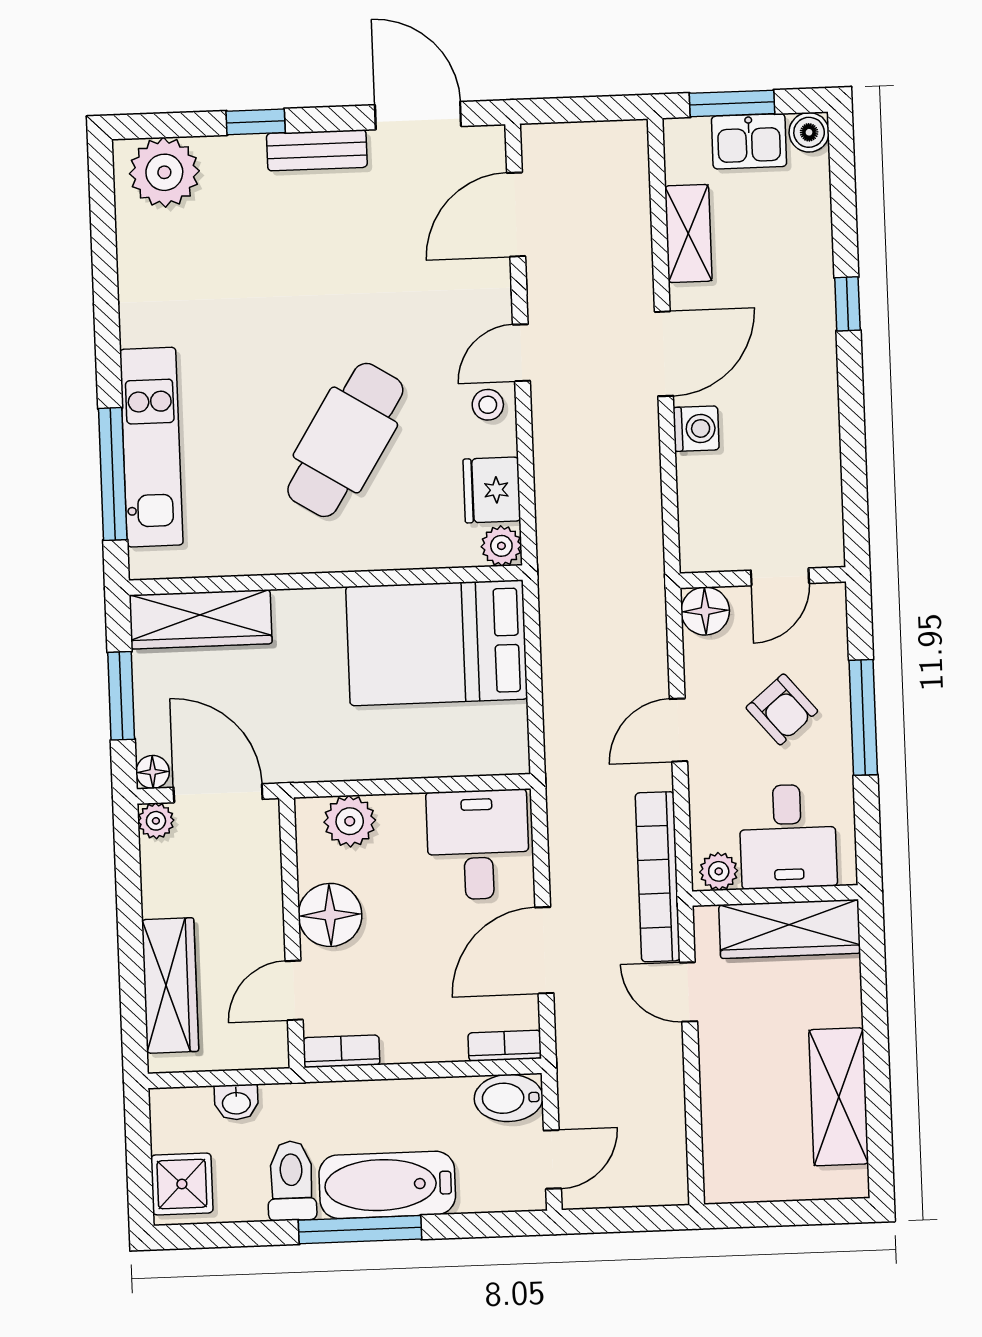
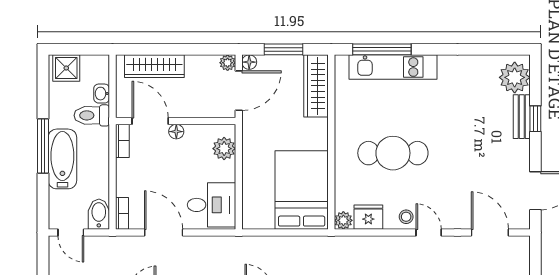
bench: (317, 150) -> (522, 117), moved
cafe table: (345, 440) -> (393, 153), turned -32
floor lamp: (330, 915) -> (176, 132), width x0.53, depth x0.53
door: (294, 990) -> (150, 121), width x1.38
toilet: (291, 1181) -> (92, 115), moved, turned 180

